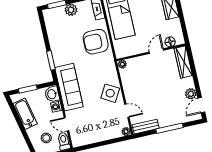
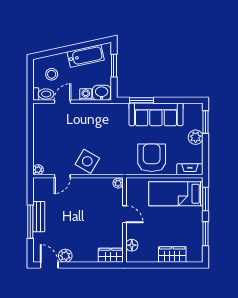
door: (156, 51) -> (124, 214), moved
wardrobe: (183, 62) -> (111, 255), width x0.67
sofa: (69, 87) -> (156, 114), moved
bench: (146, 127) -> (39, 217), moved

